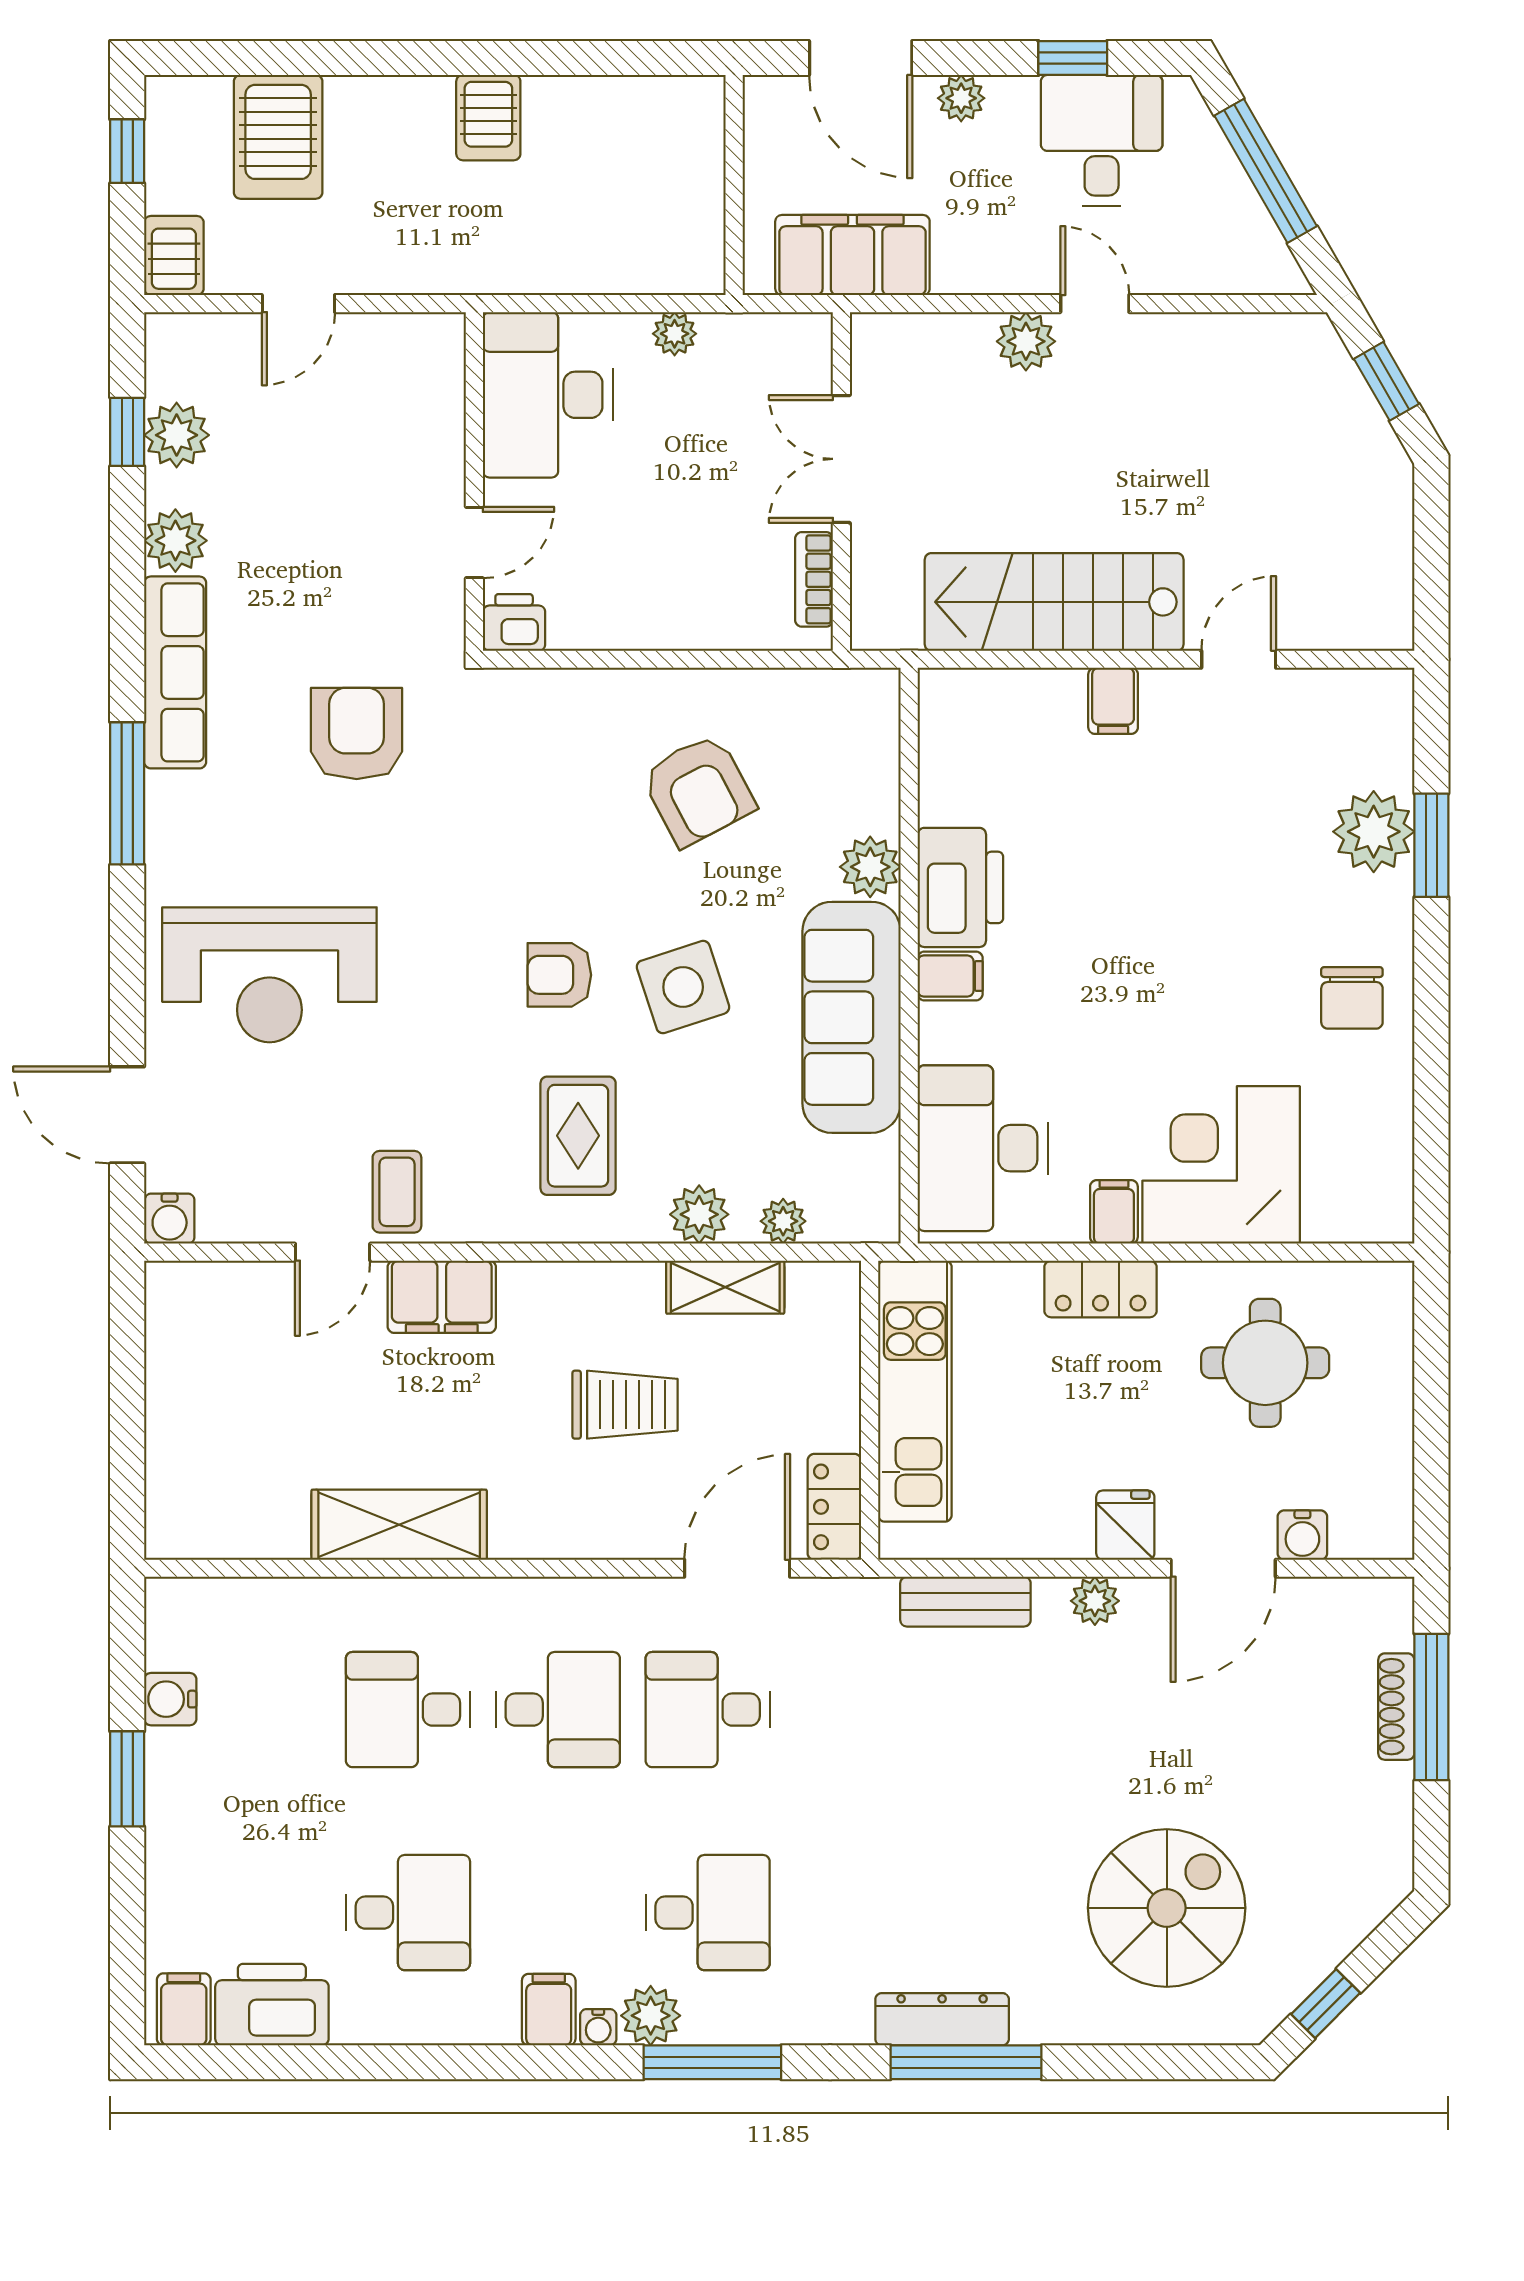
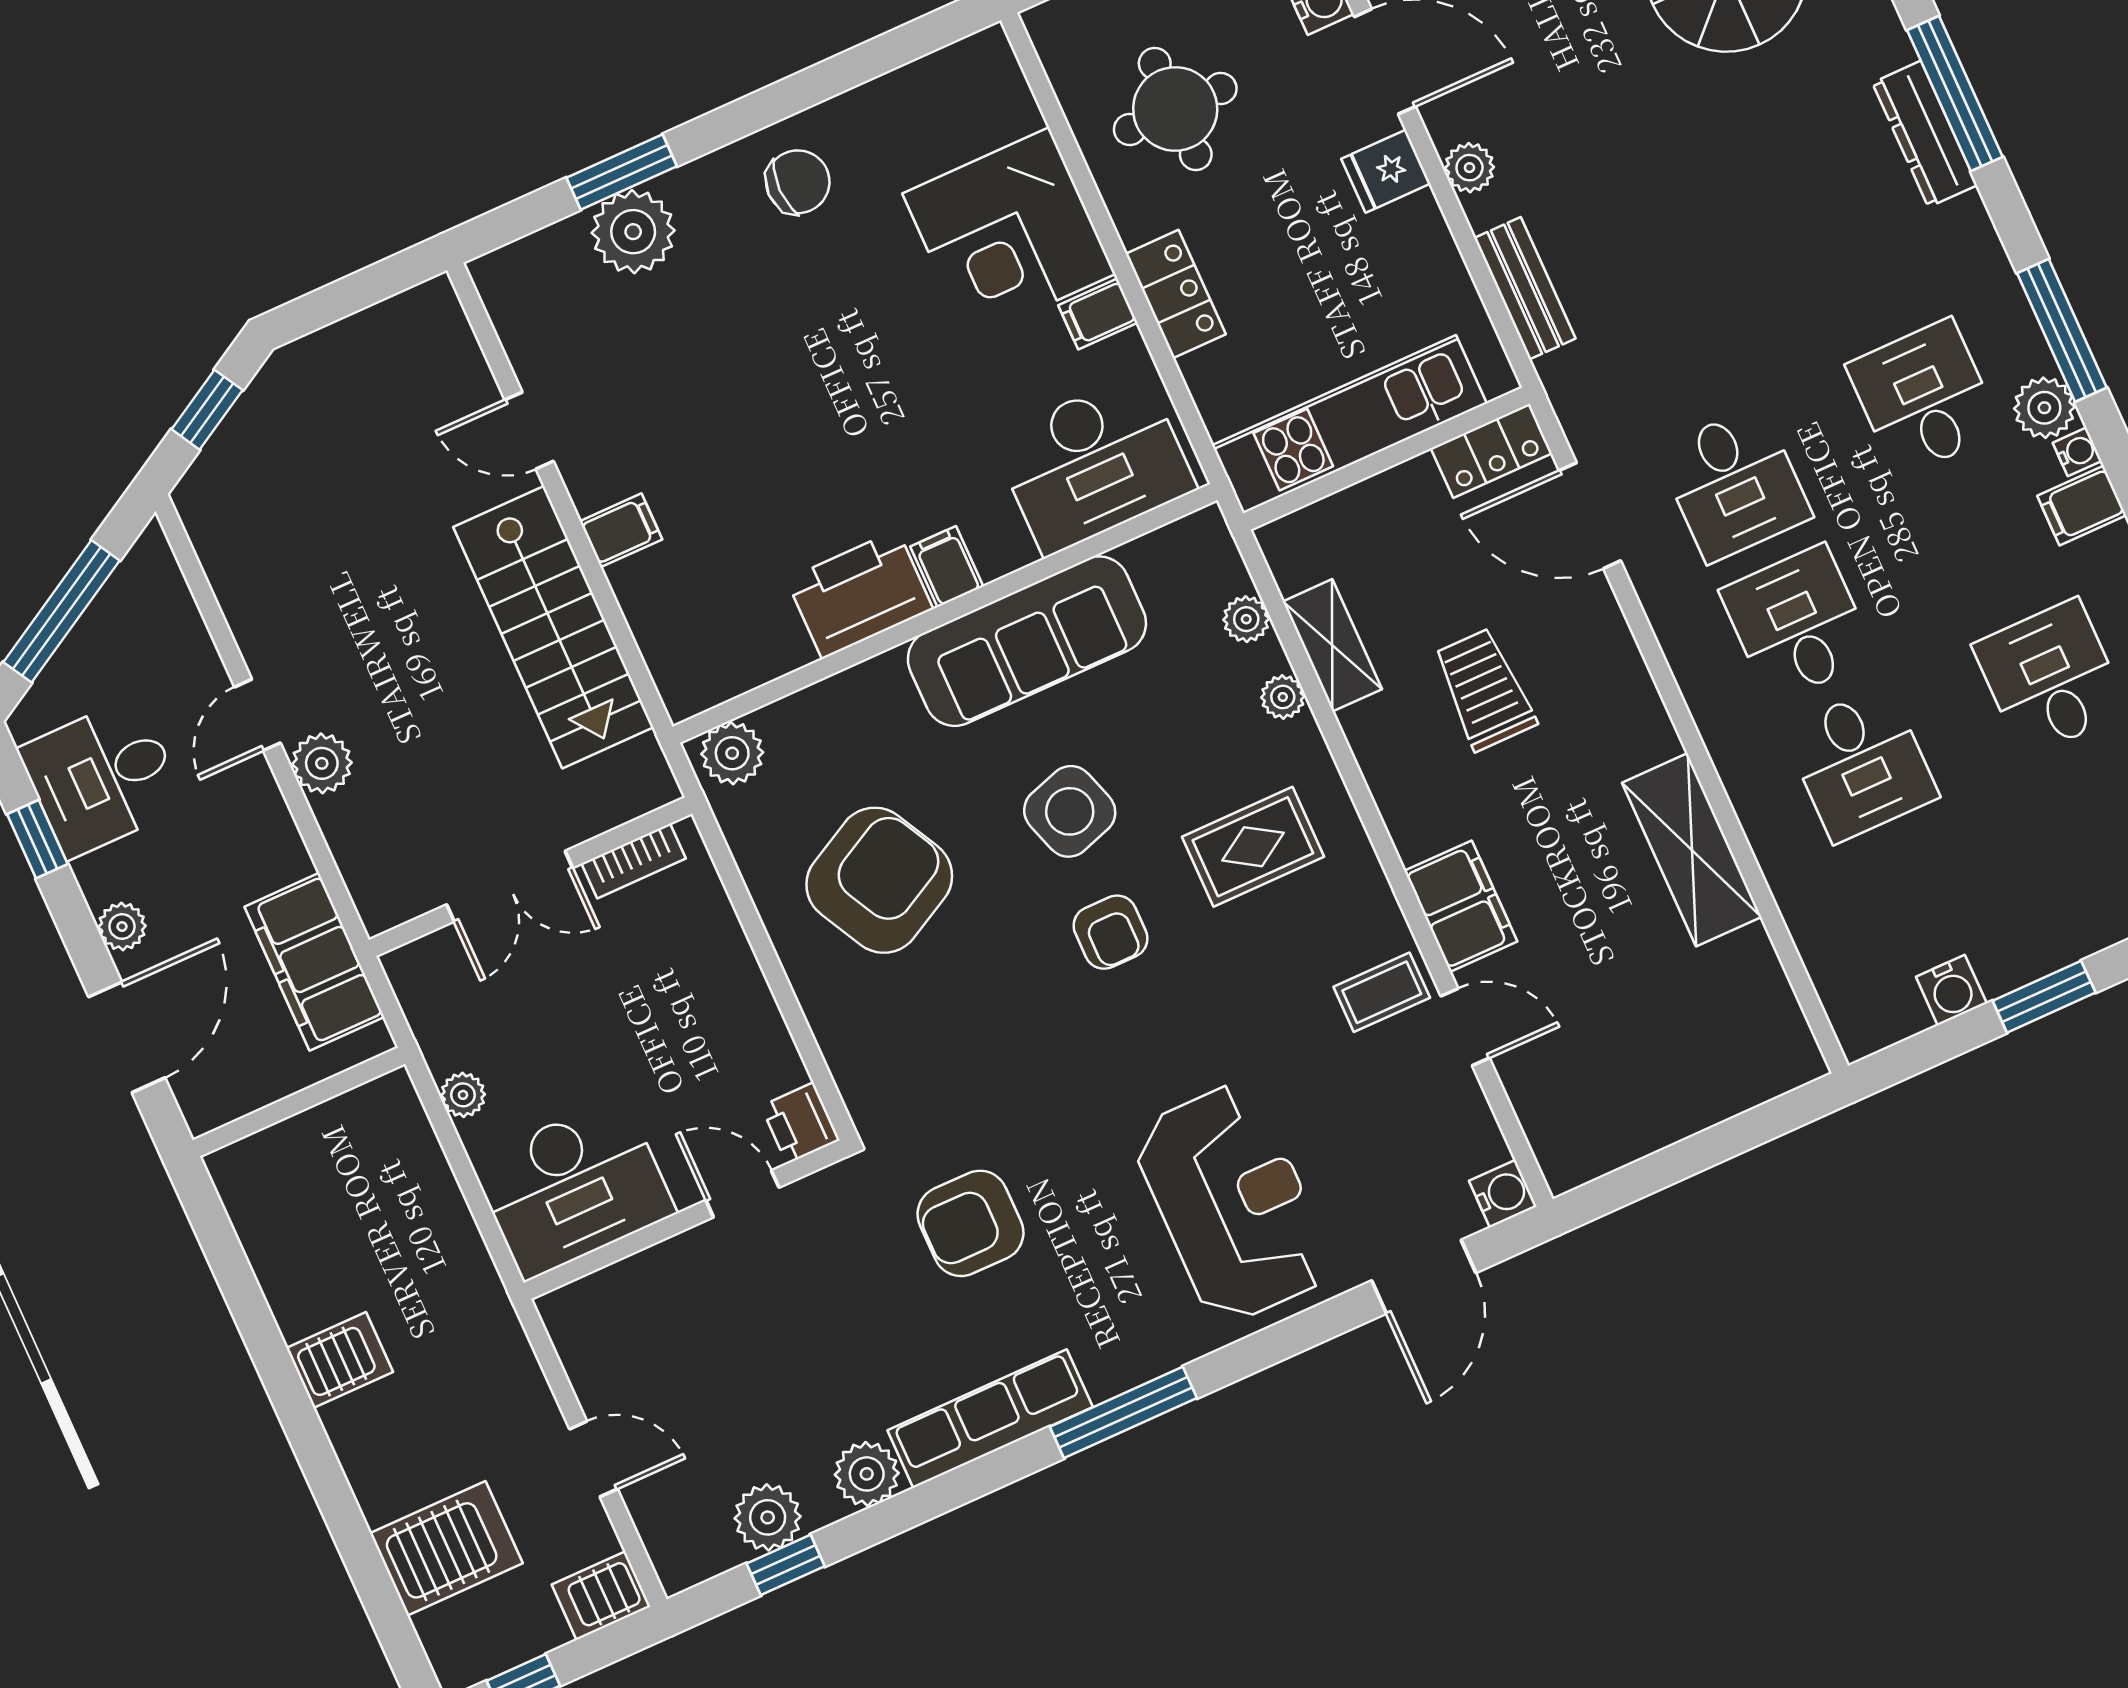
armchair: (698, 790) -> (879, 880), width x1.36, depth x1.36
plant: (870, 867) -> (732, 753), moved
plant: (699, 1214) -> (1283, 697), width x0.73, depth x0.73

